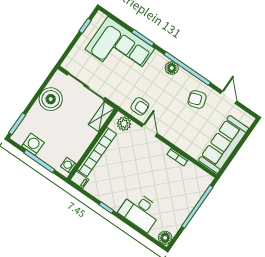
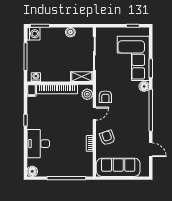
floor lamp: (172, 68) -> (144, 86), moved
door: (229, 97) -> (151, 150), hinge flipped
boiler: (51, 99) -> (70, 32), width x0.54, depth x0.54
armchair: (197, 99) -> (107, 138), moved
washing machine: (33, 144) -> (33, 34), moved

